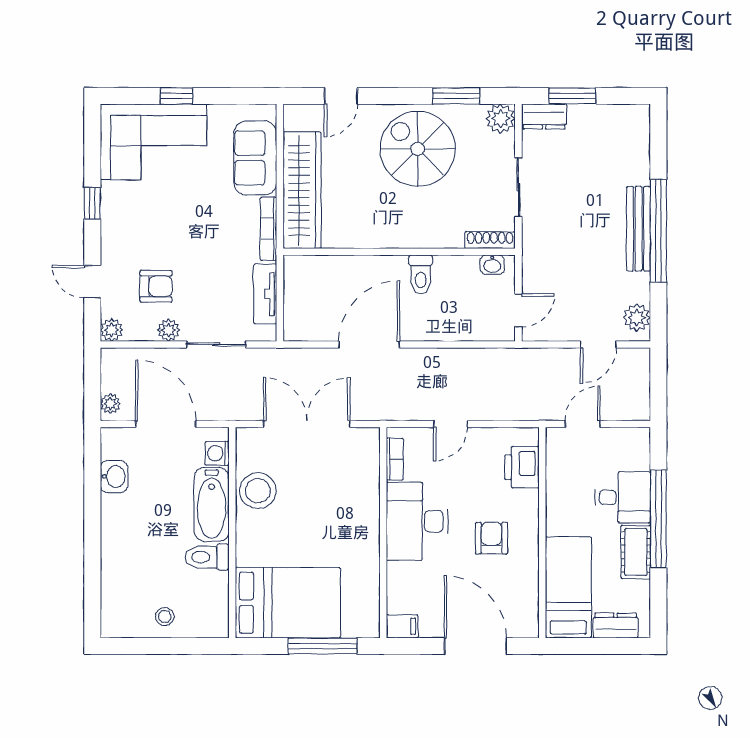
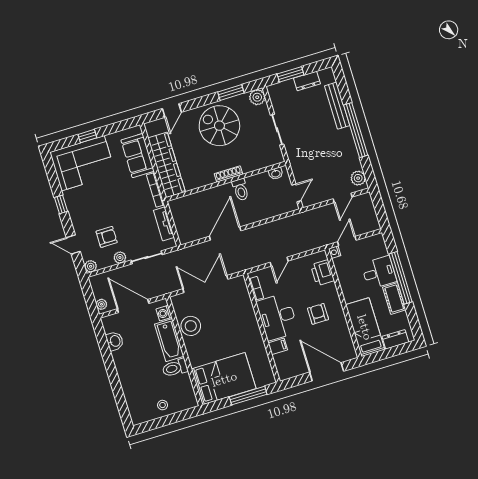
dresser: (544, 117) -> (307, 81), moved
bench: (638, 229) -> (337, 106), moved
shoe rack: (490, 240) -> (229, 174), moved
nightstand: (555, 437) -> (335, 252), added
filing cabinet: (402, 626) -> (278, 346), moved

